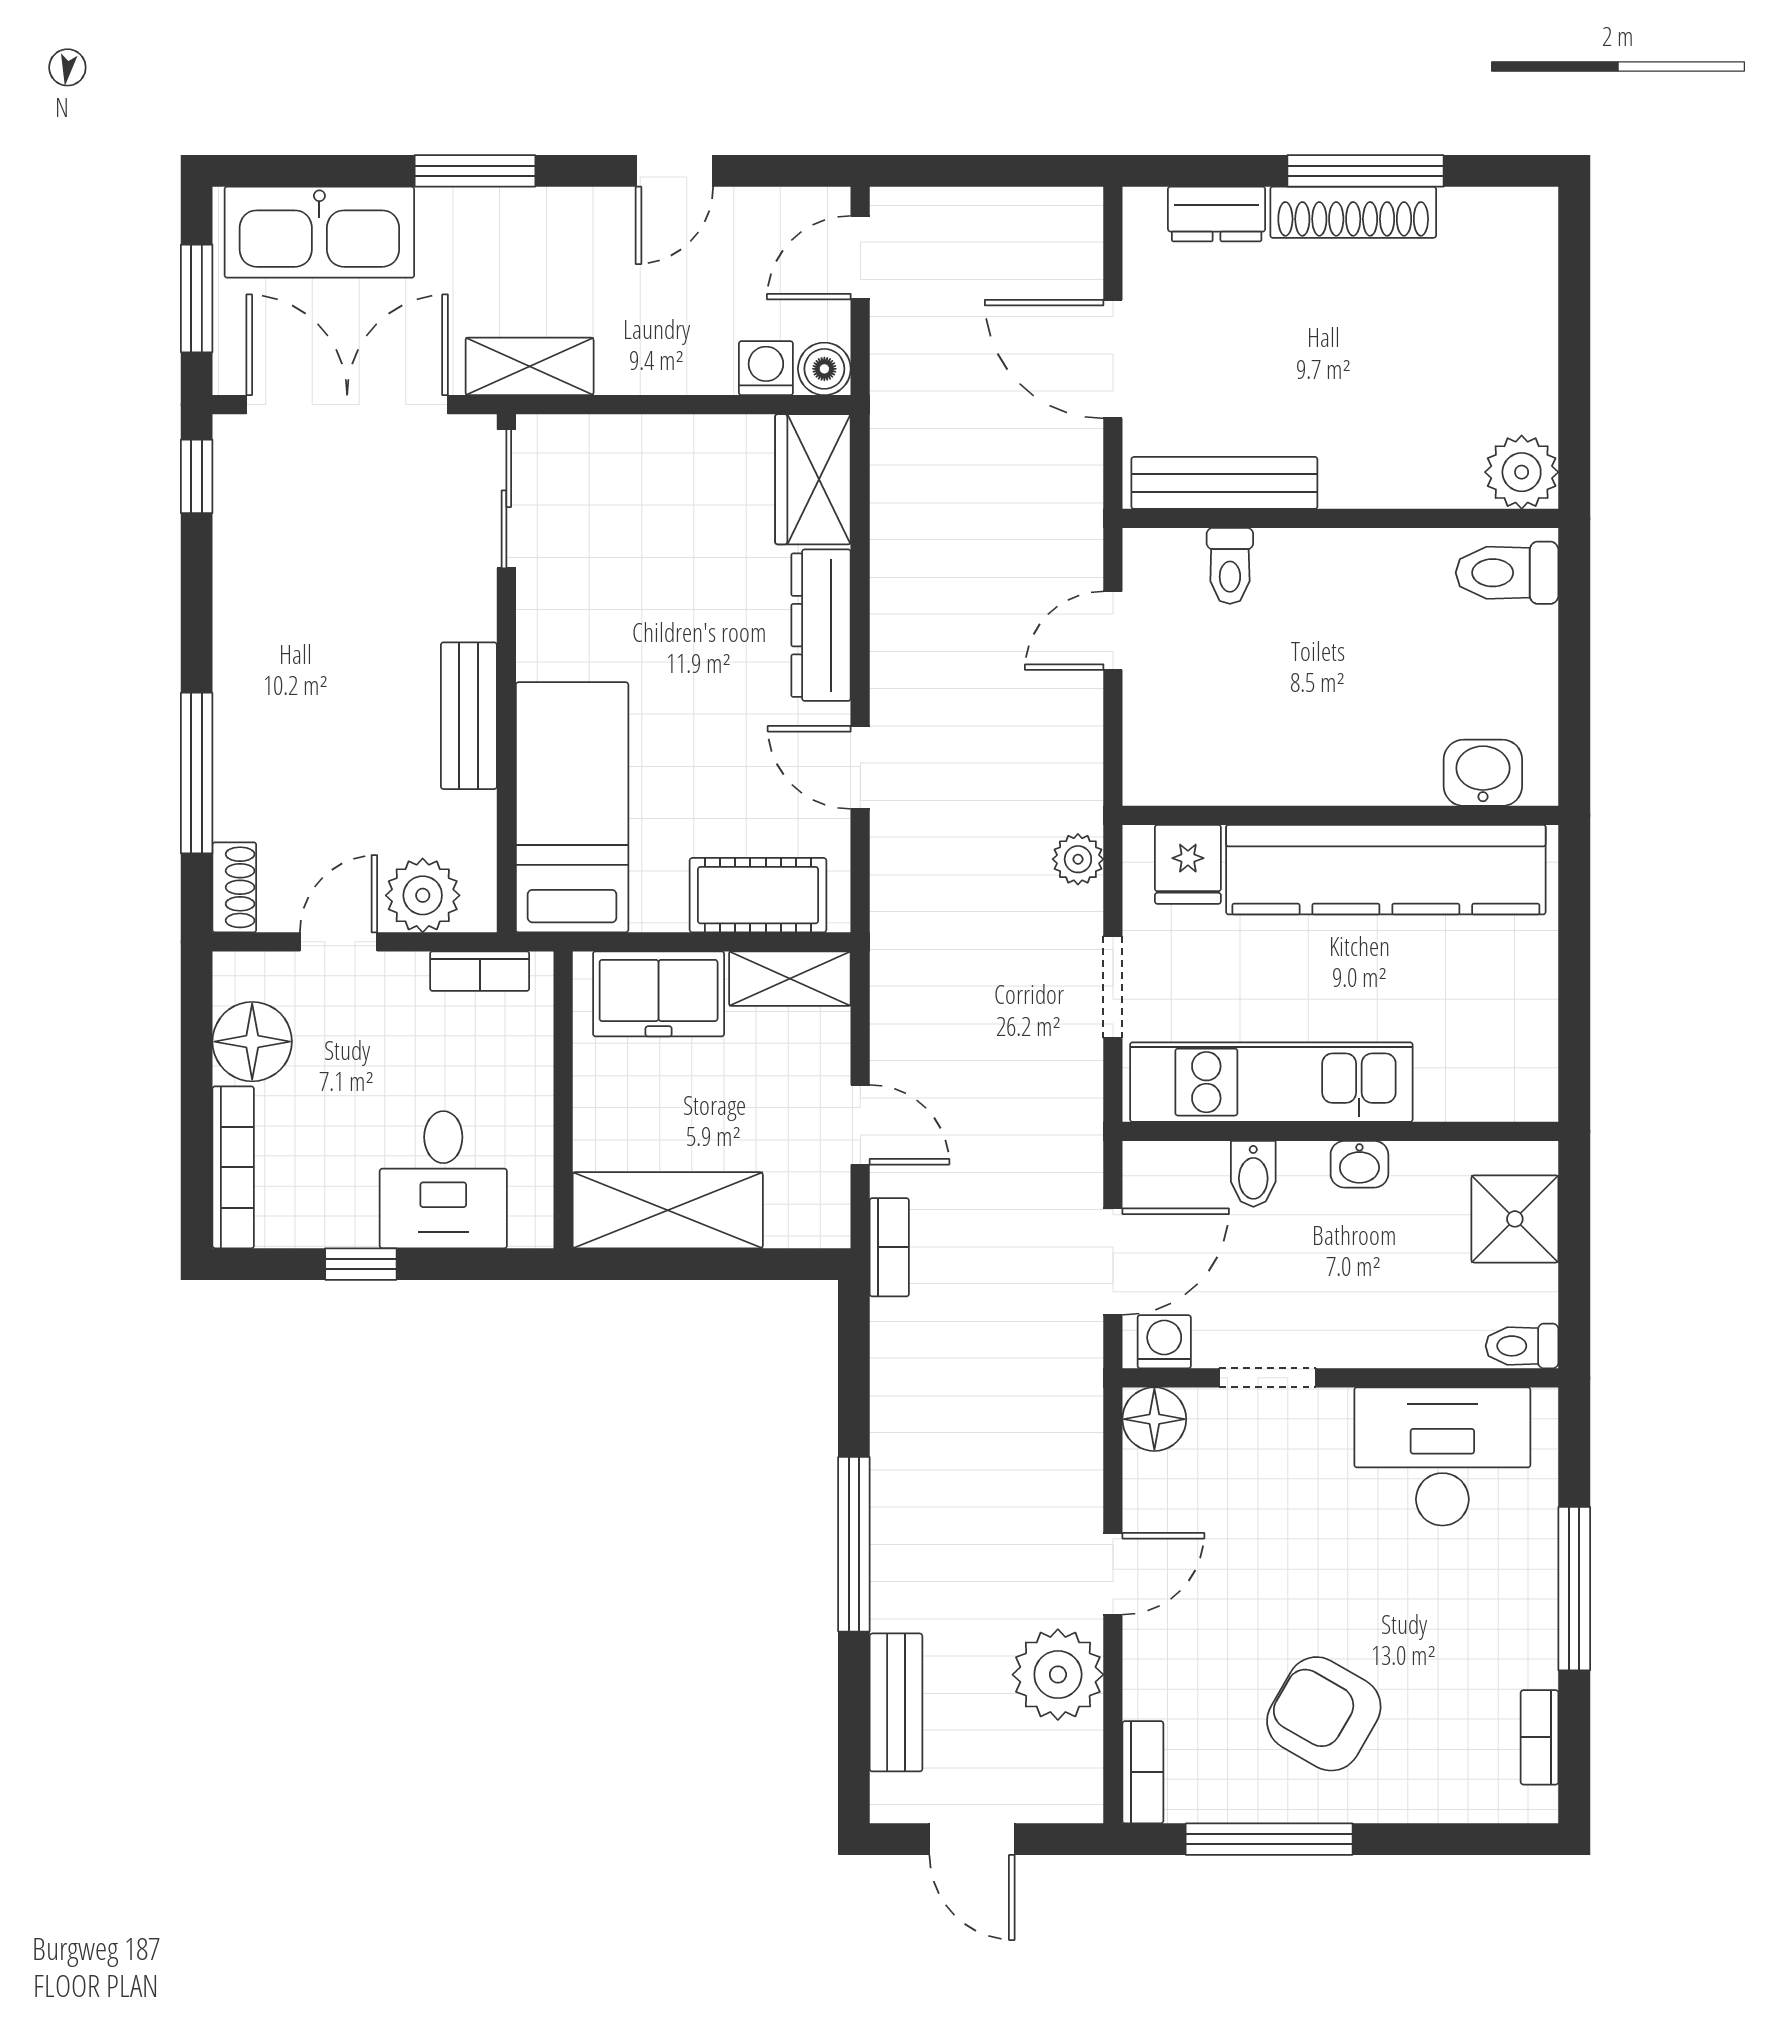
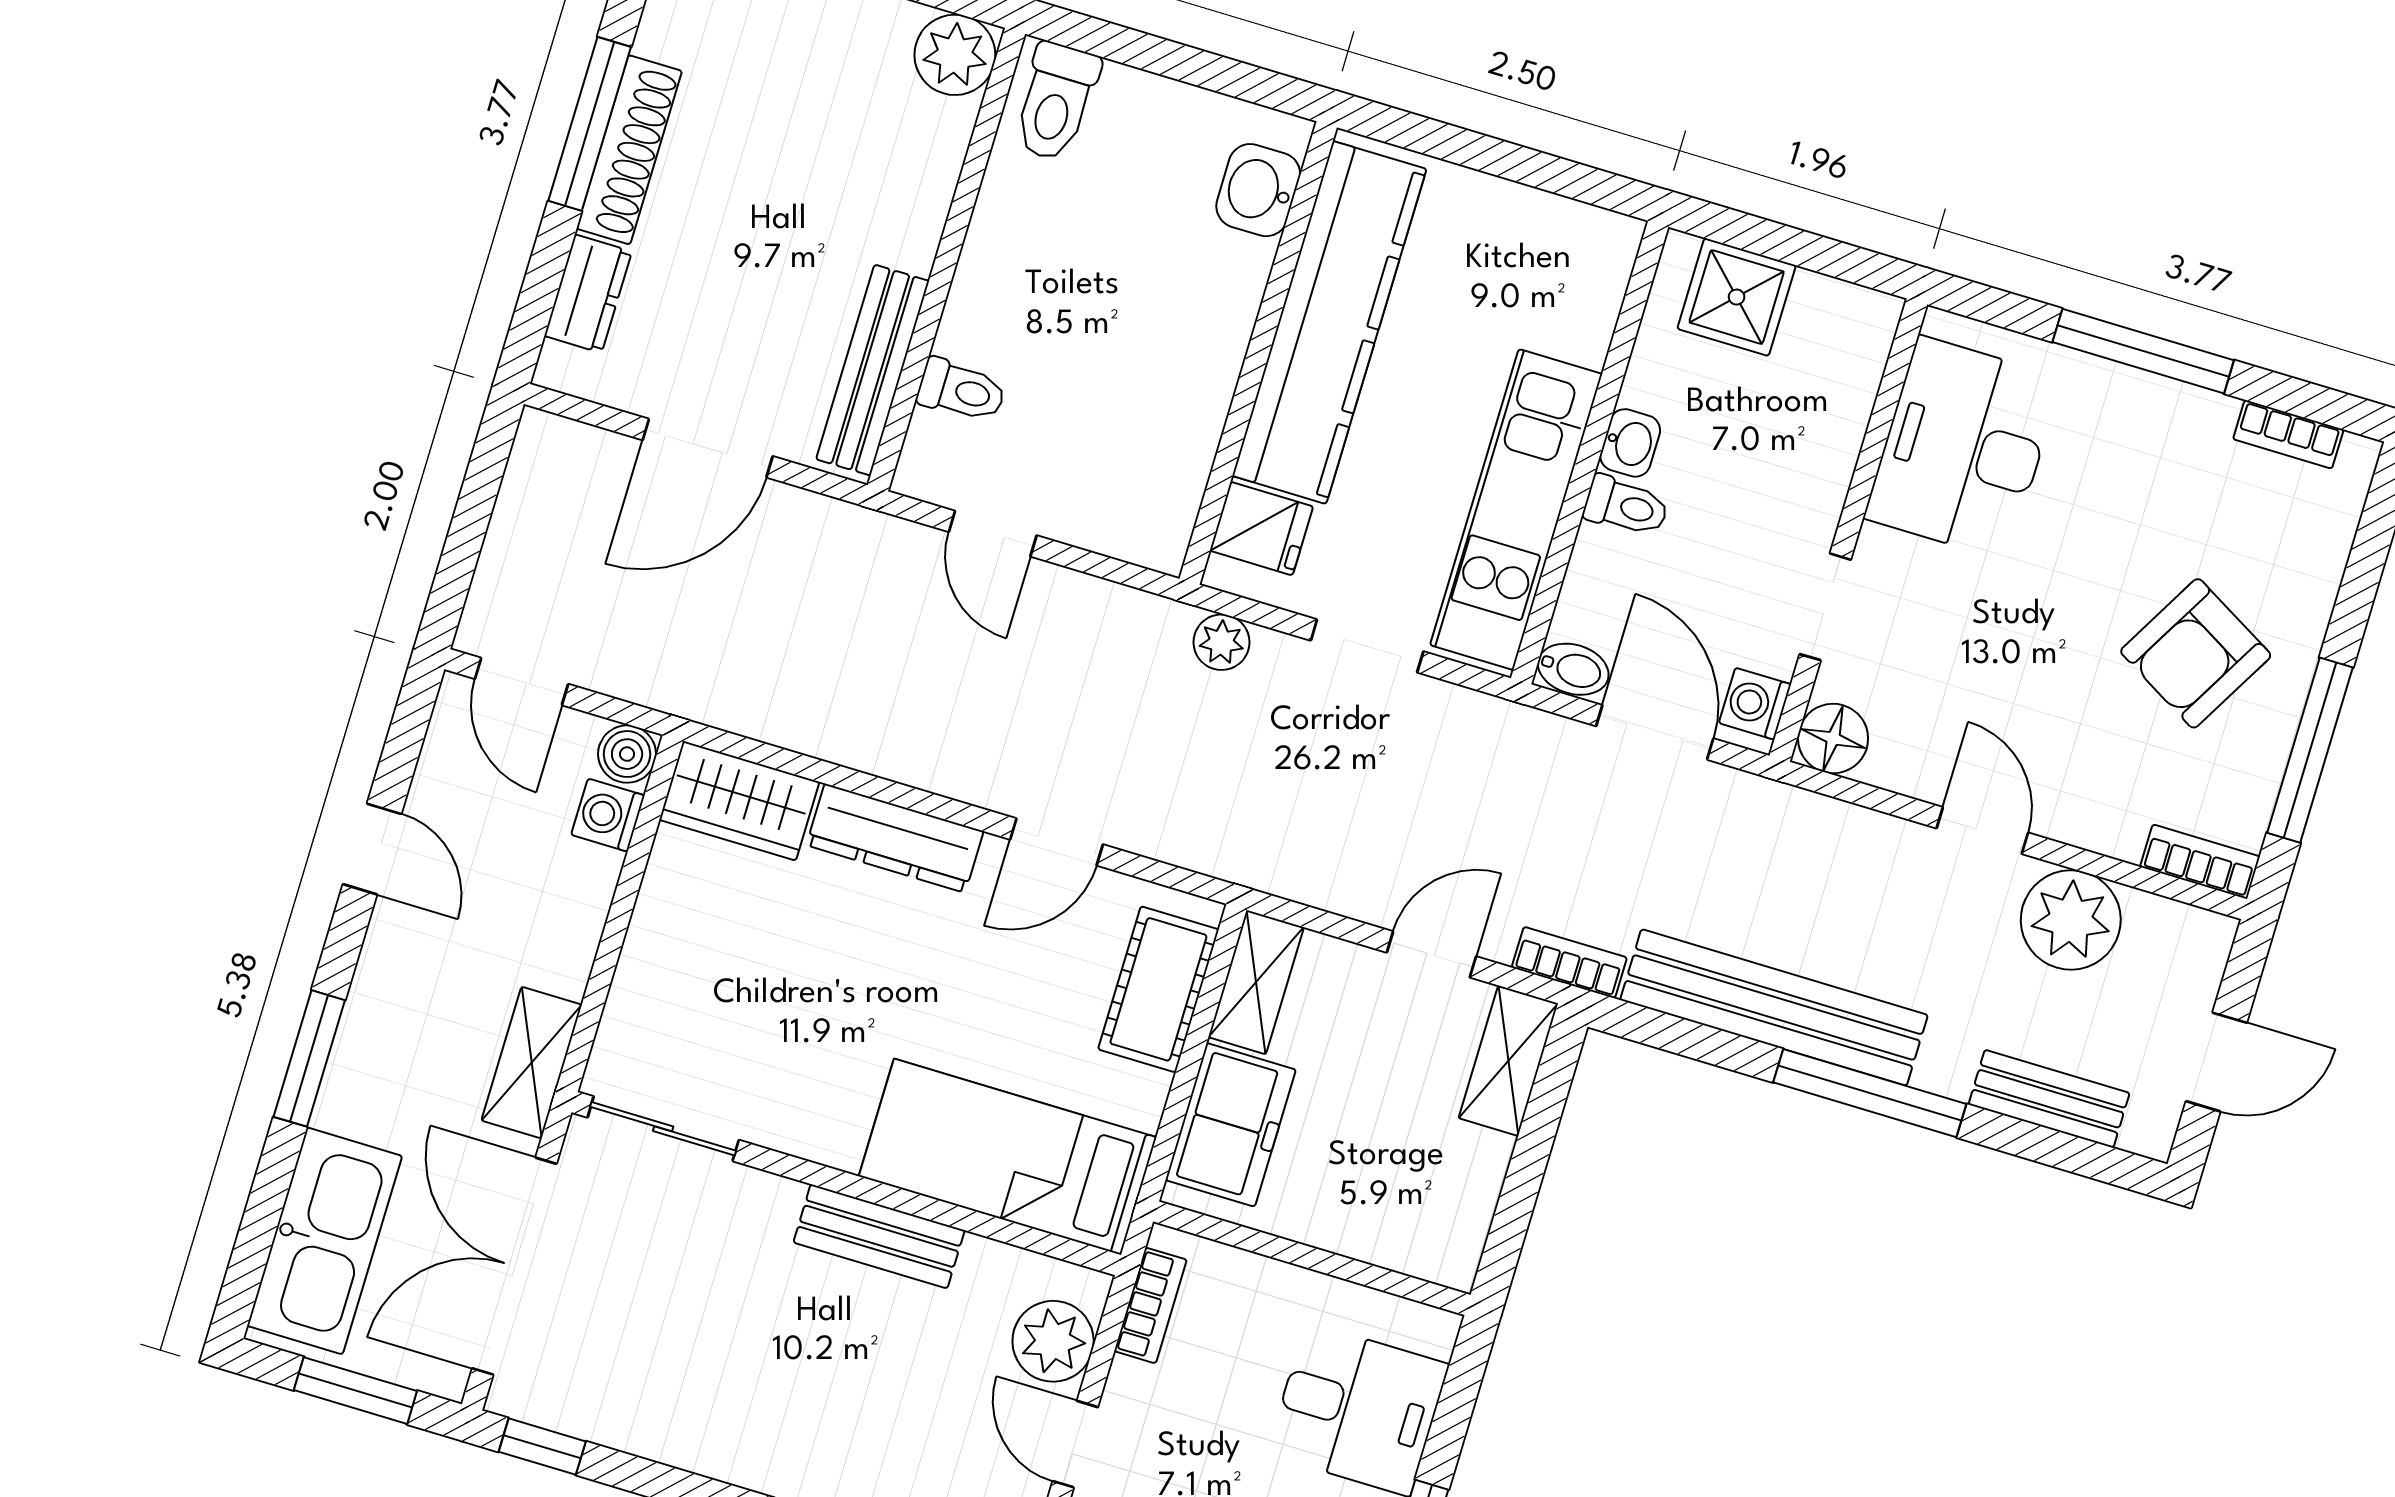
bidet: (1253, 1174) -> (1573, 669), moved
shelving: (668, 1210) -> (1508, 1061), moved, width x0.67, depth x0.75
toilet: (1522, 1346) -> (1626, 506), moved, turned -90
bench: (904, 1438) -> (1774, 1007), added

